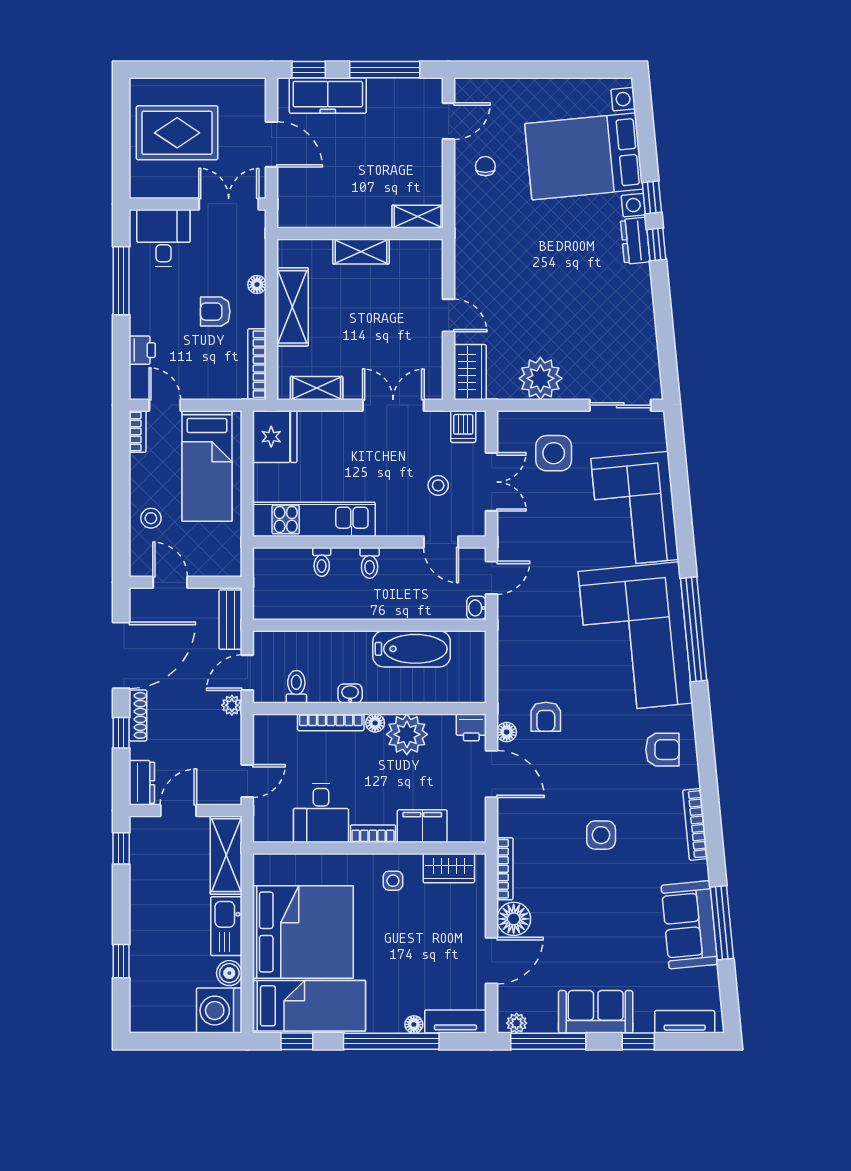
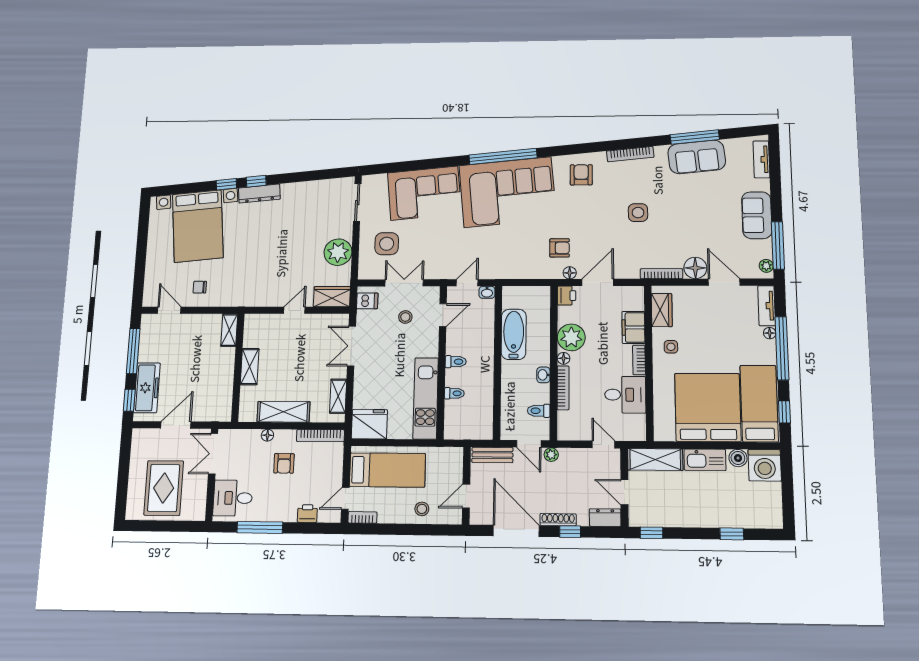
dresser: (635, 241) -> (259, 194), width x1.44
door: (492, 578) -> (467, 283), hinge flipped
window: (638, 1041) -> (776, 188), removed

